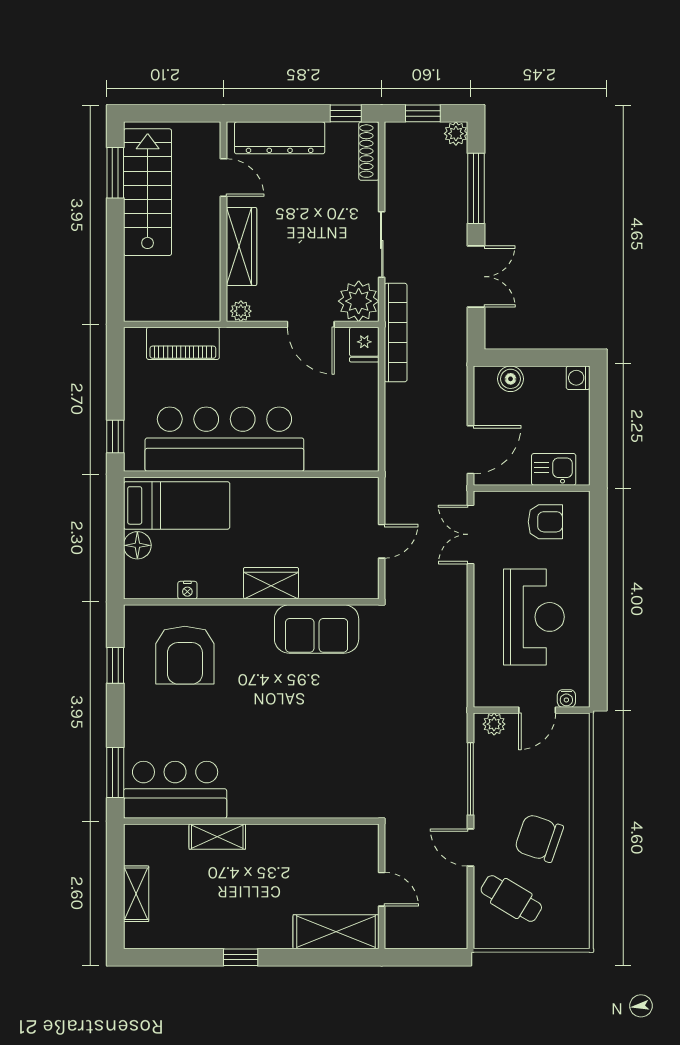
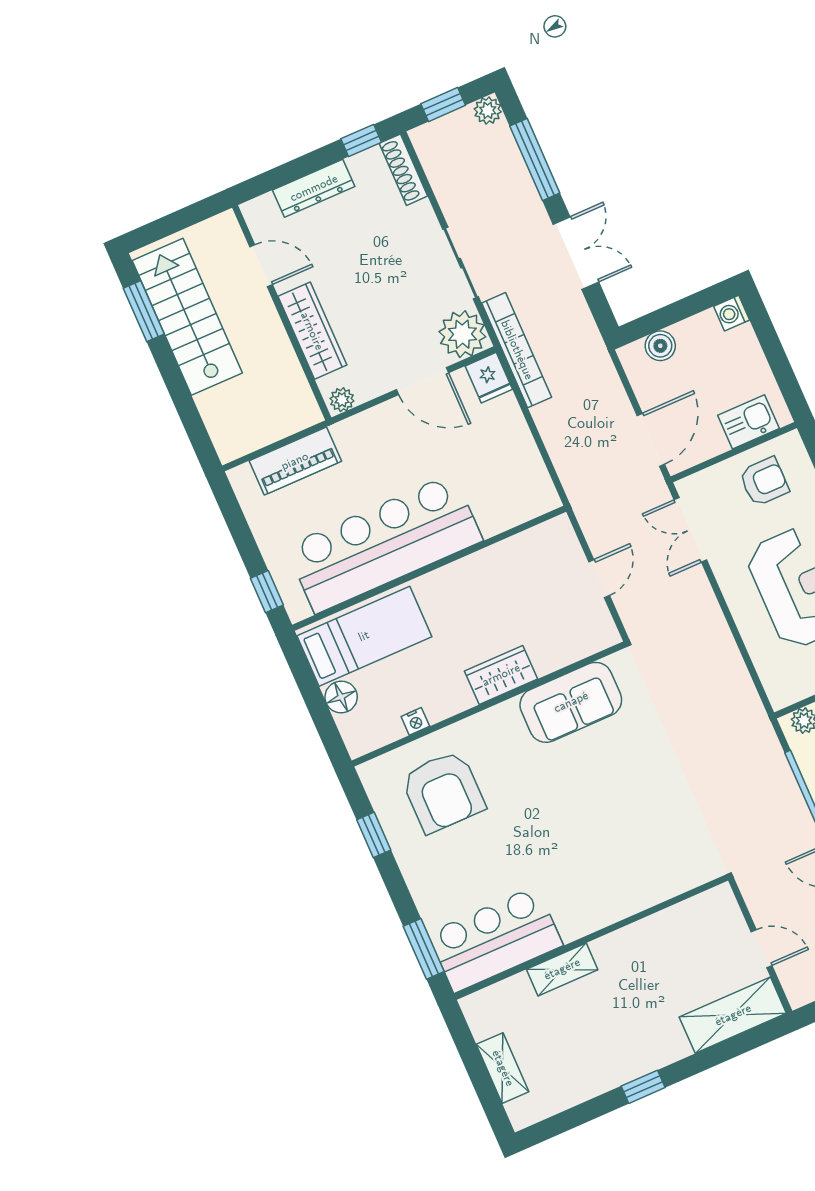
dresser: (280, 138) -> (314, 188), width x0.73, depth x0.80

